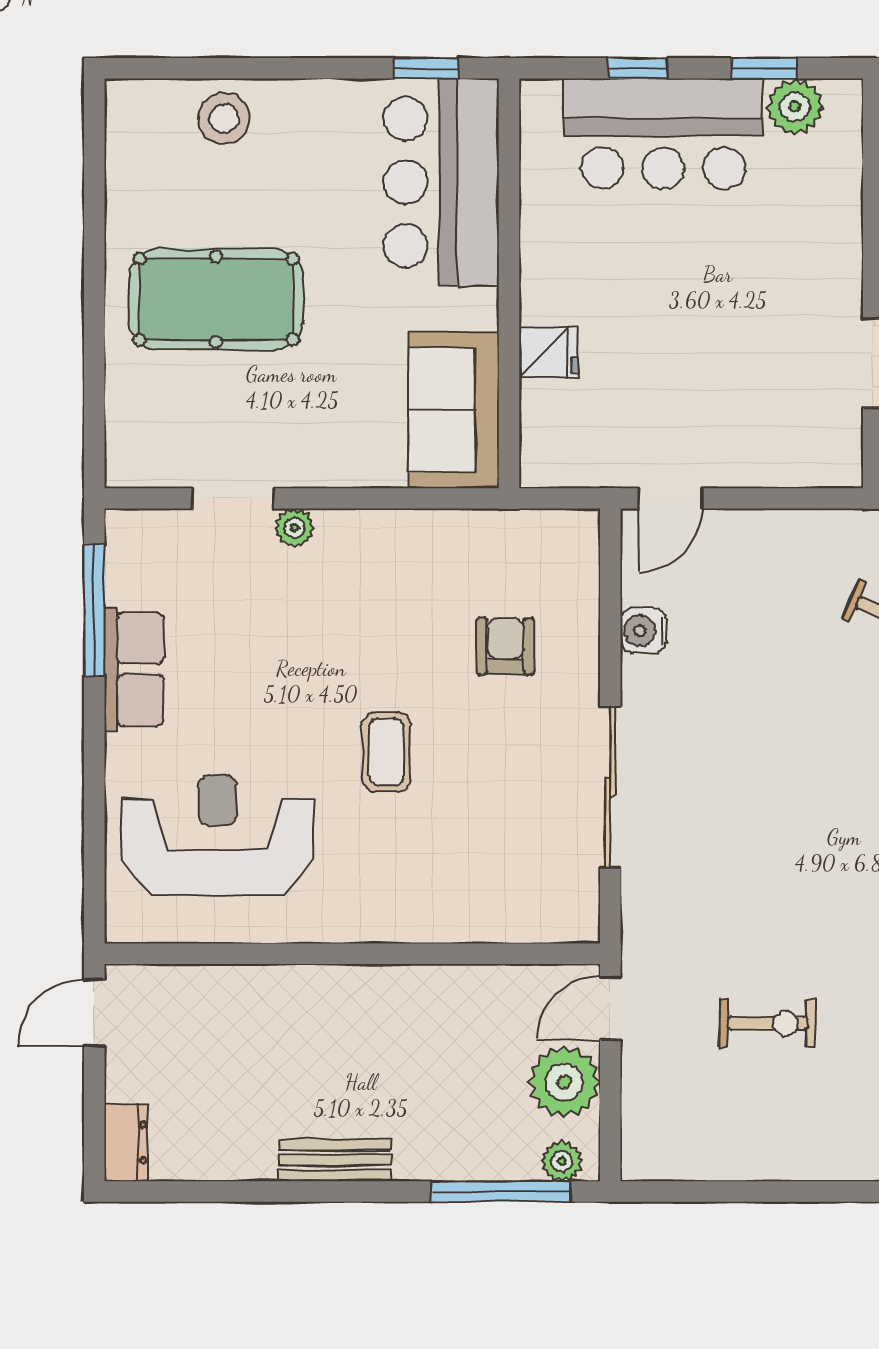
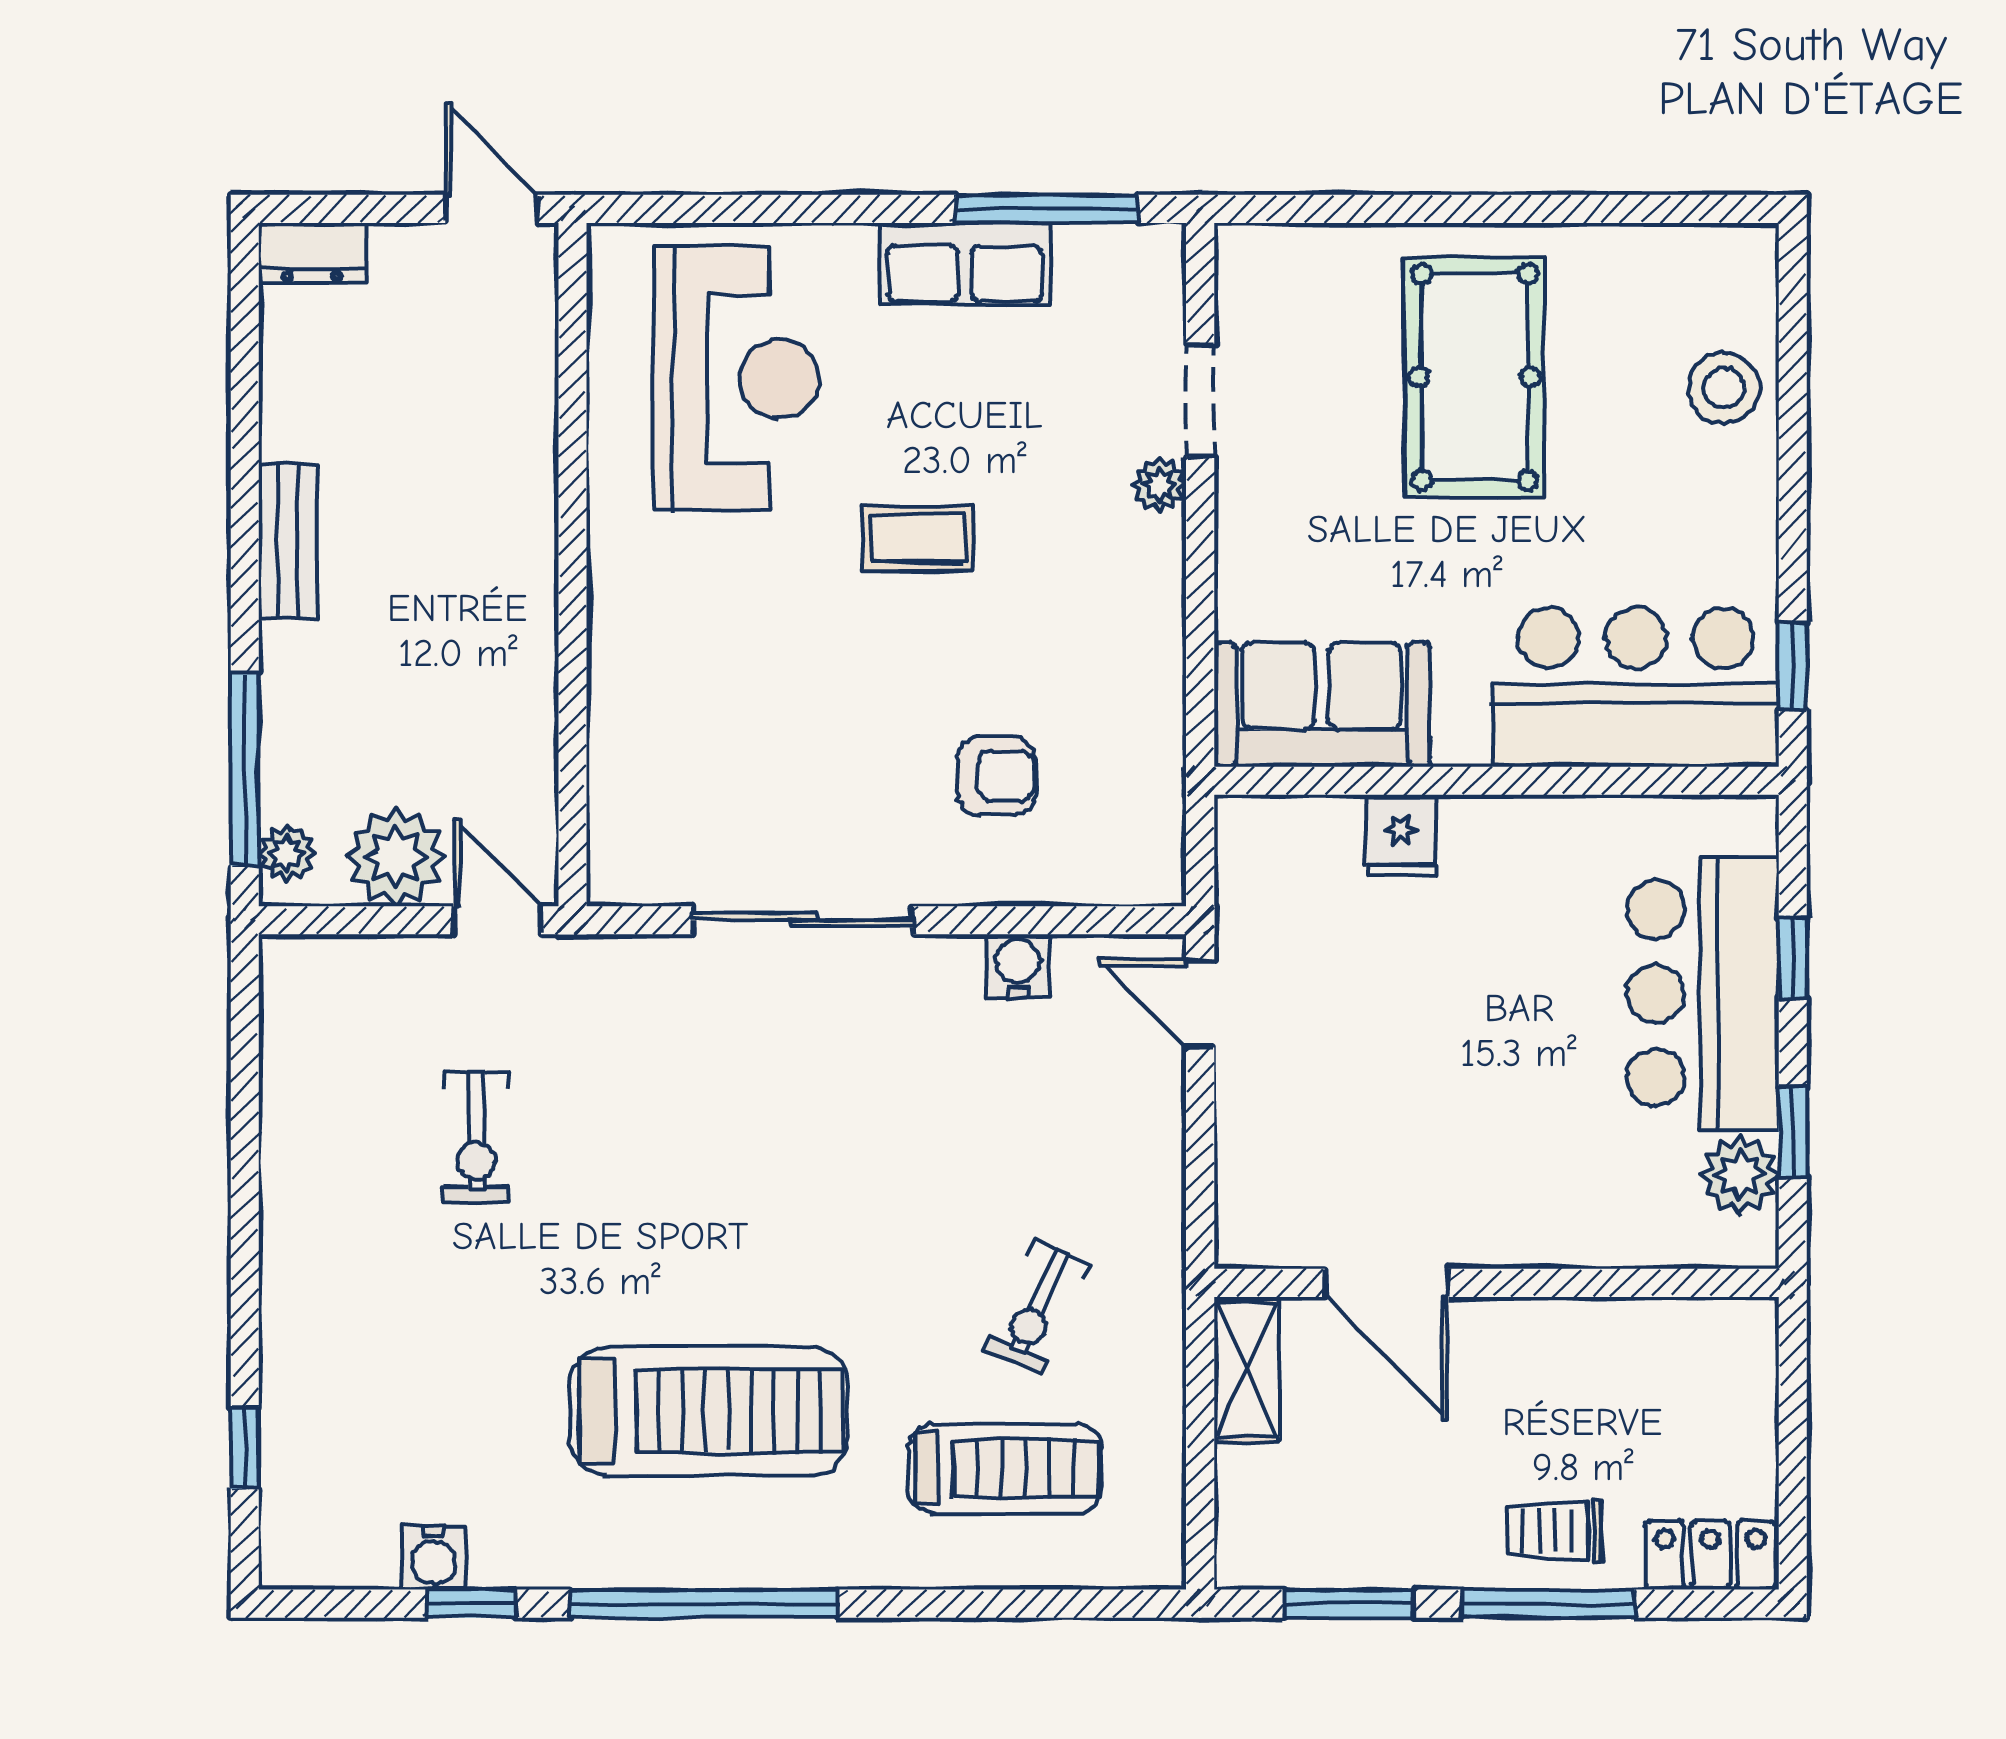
coffee table: (387, 752) -> (918, 539), moved

